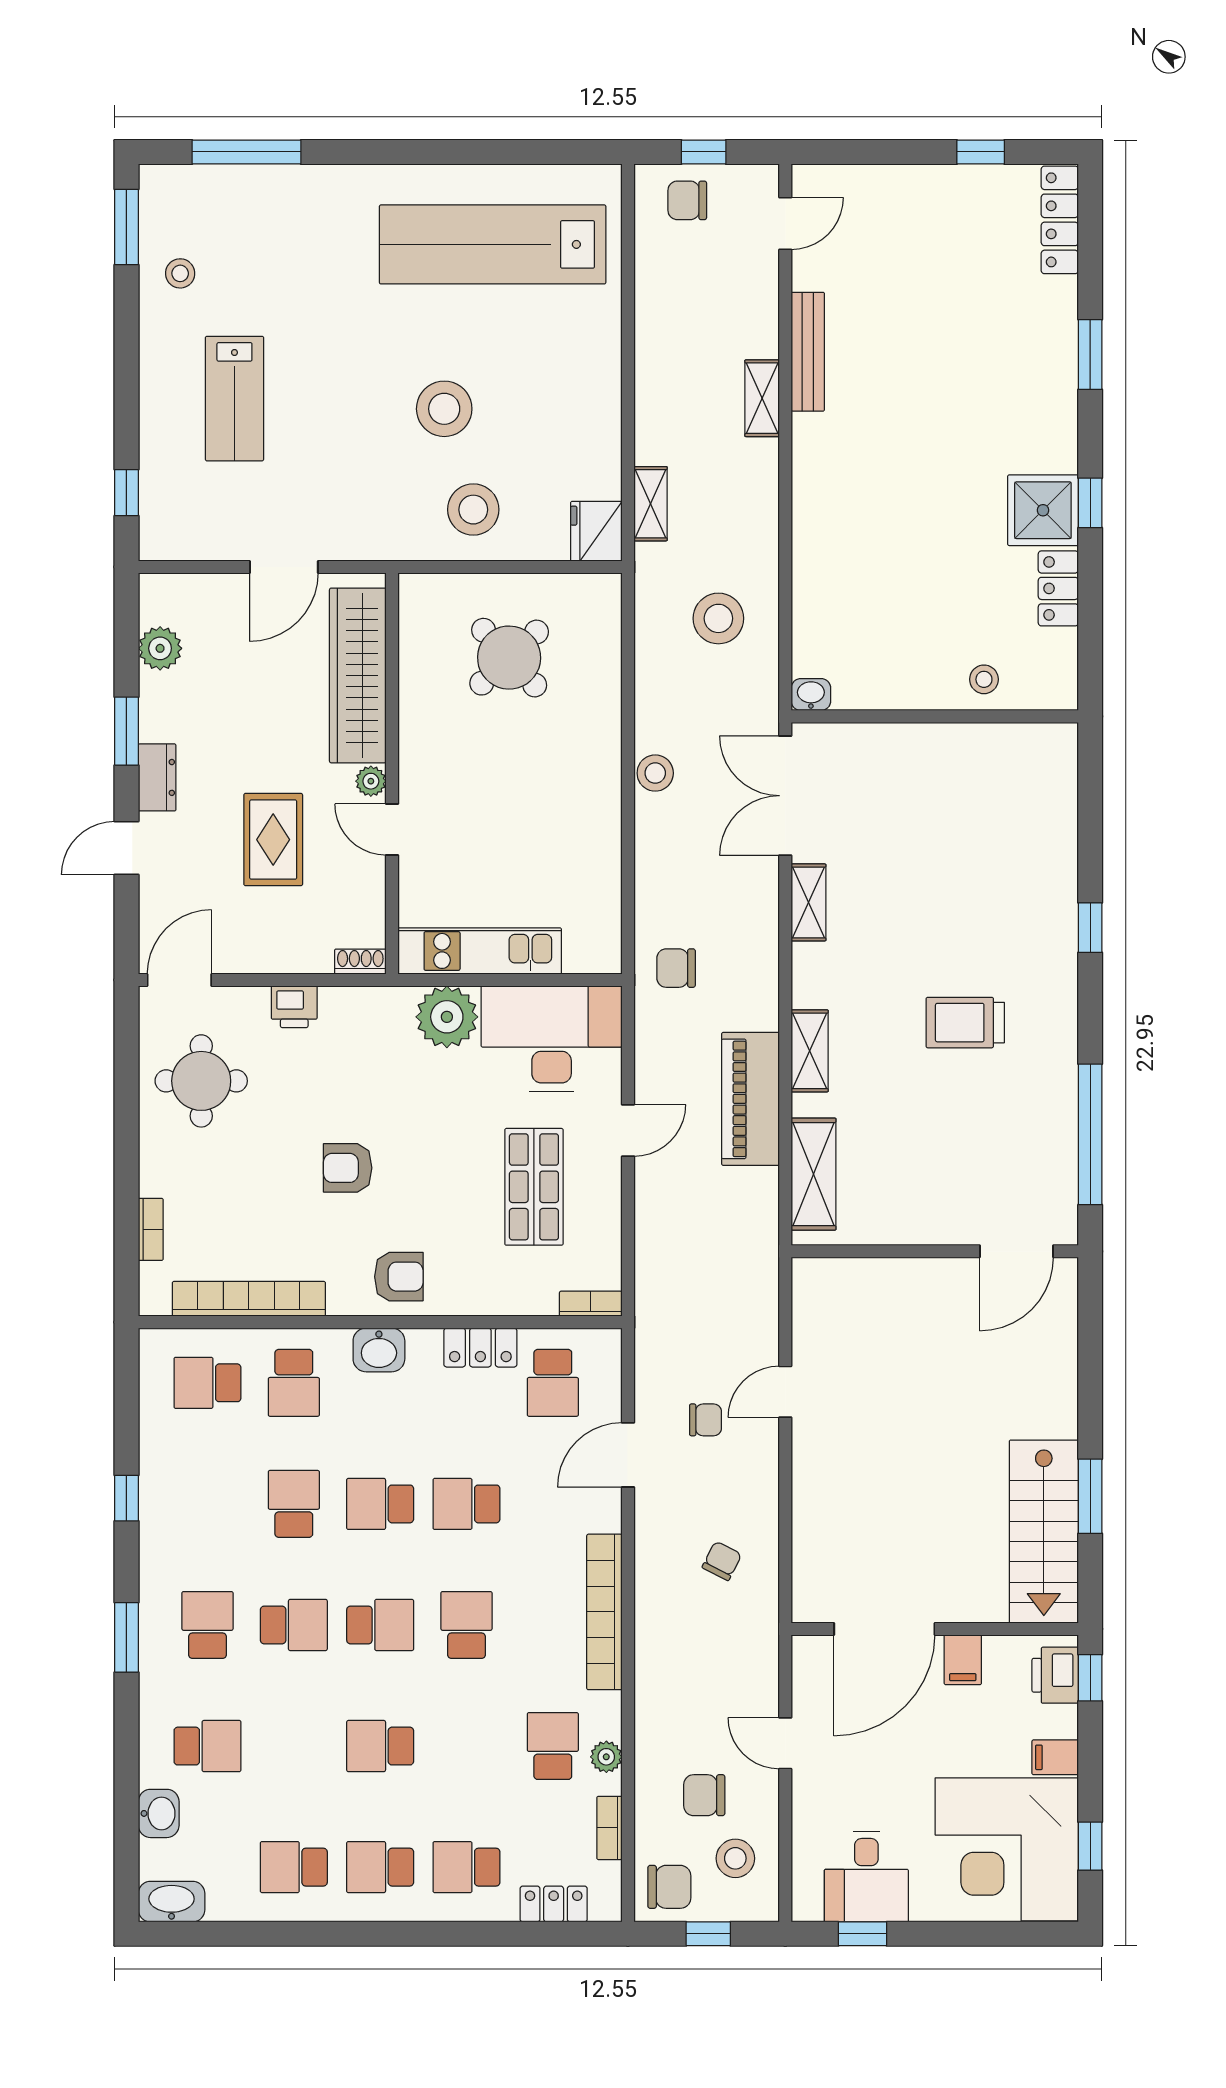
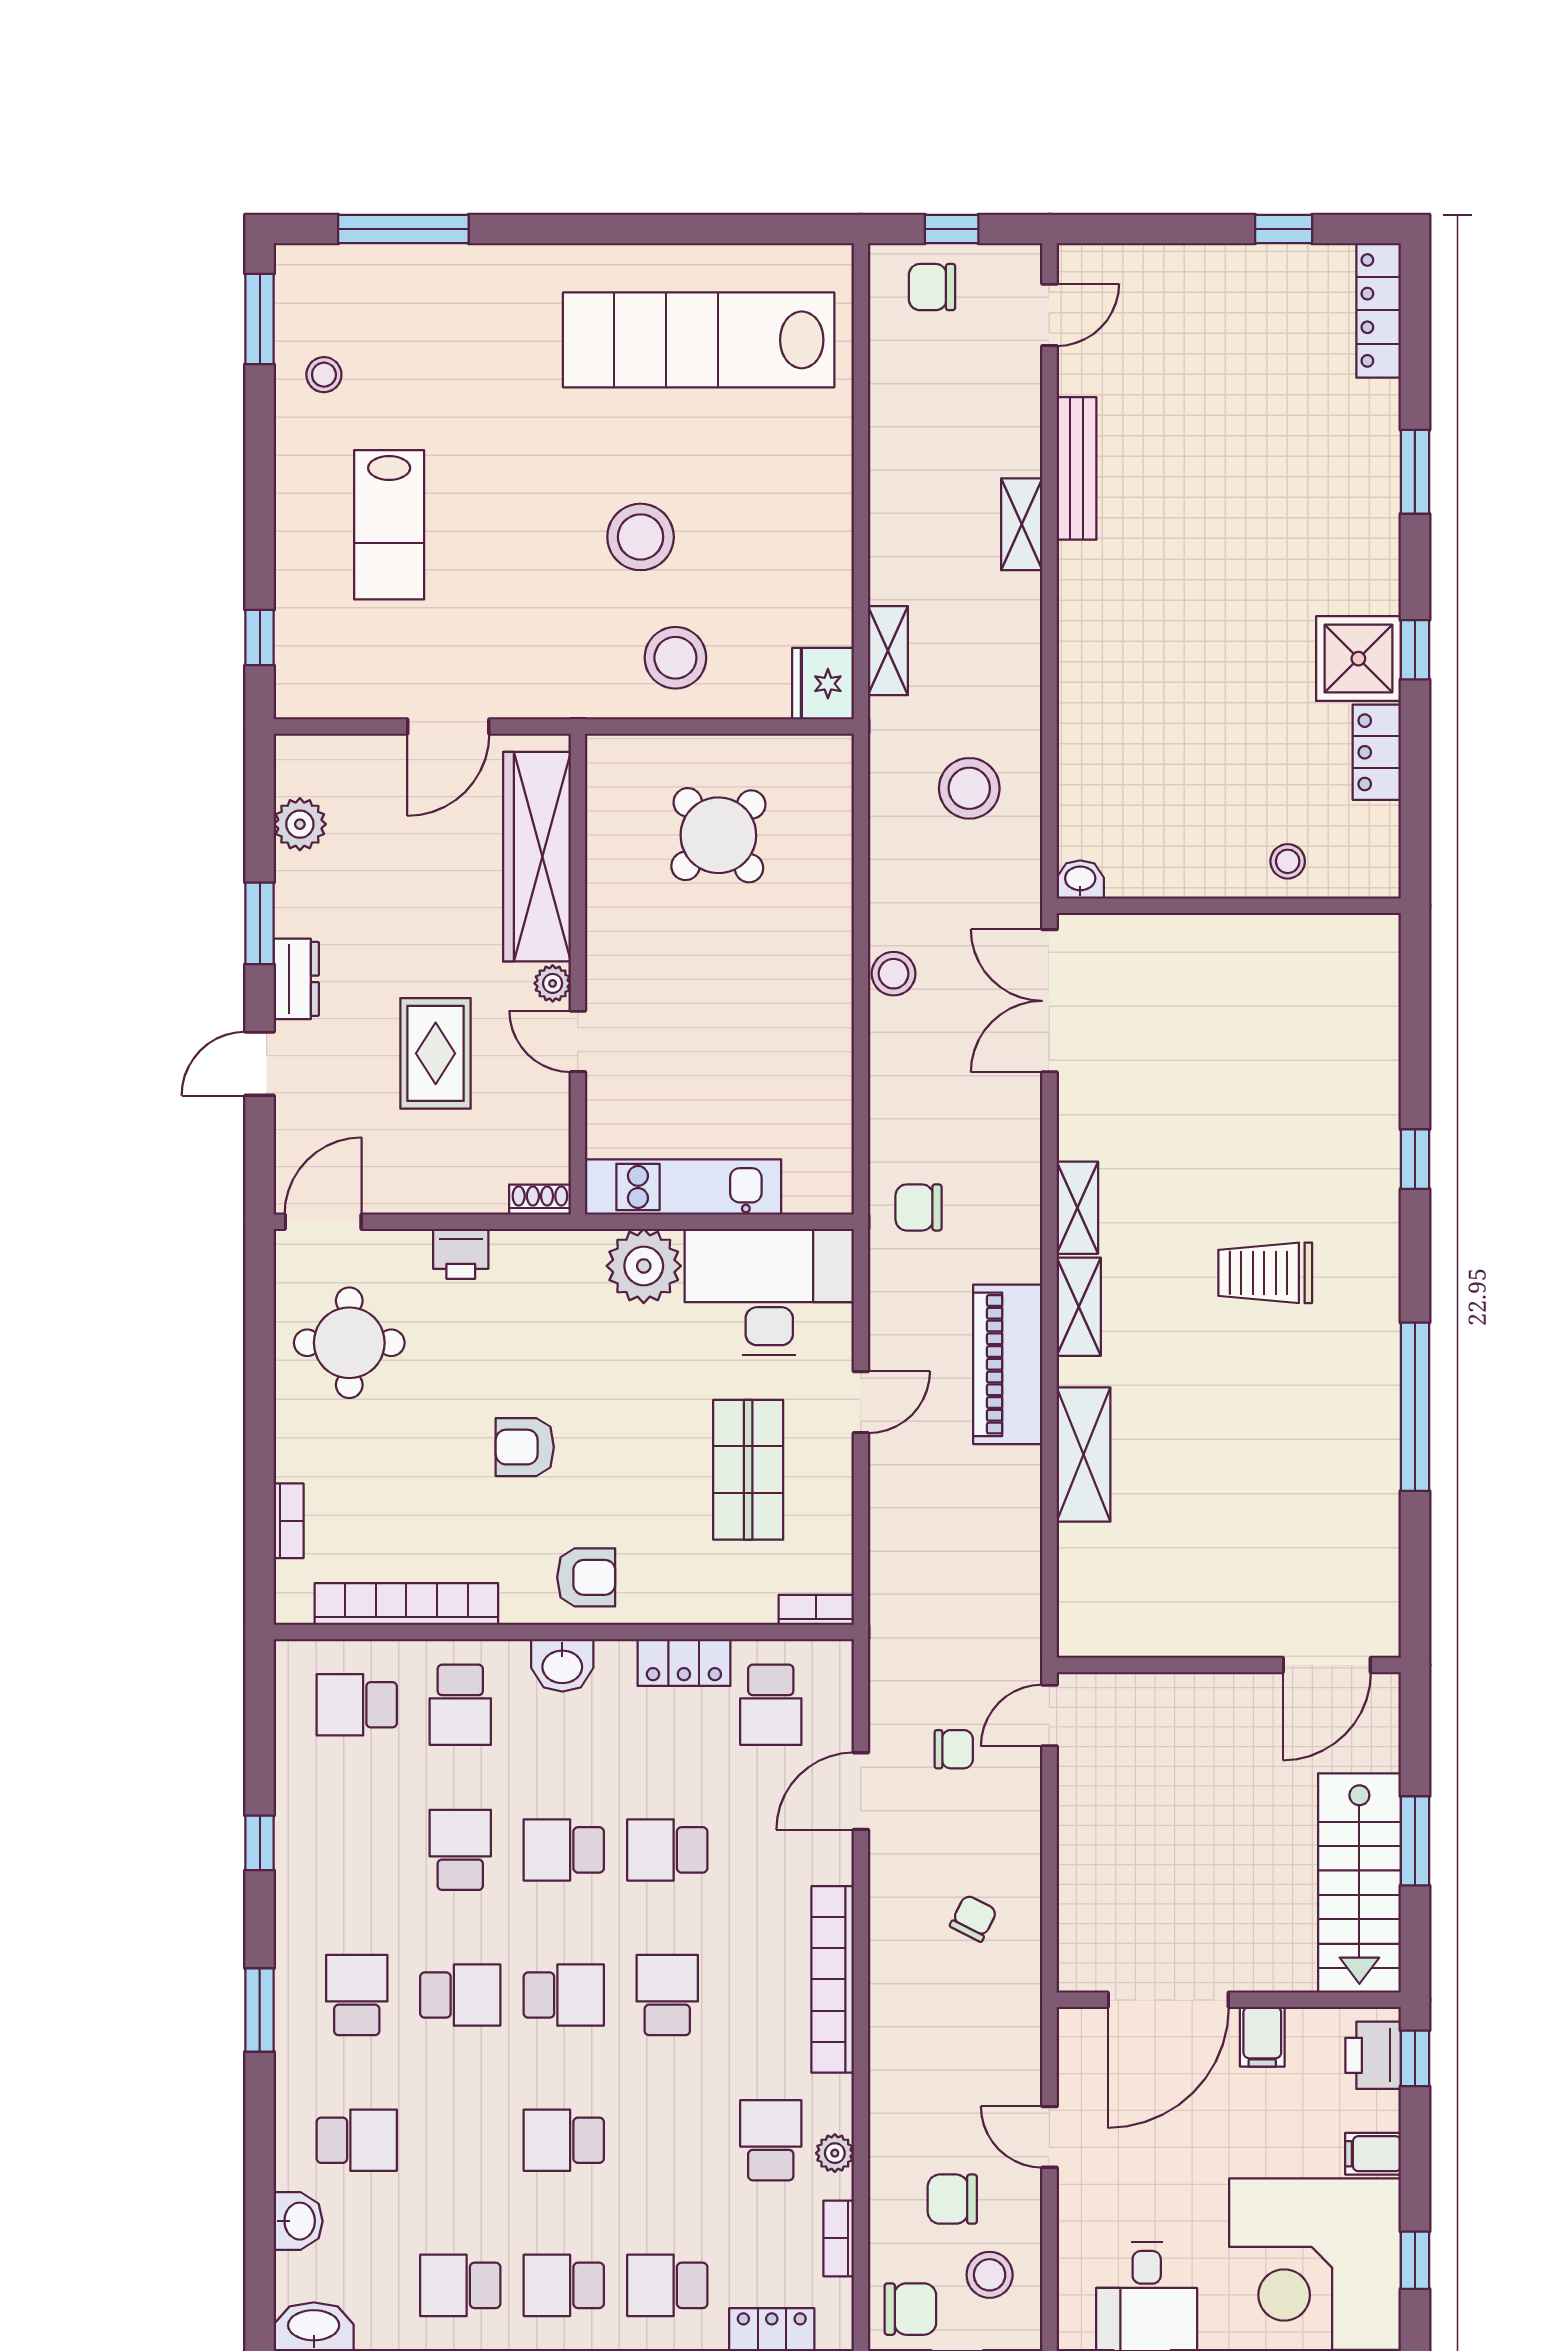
shelving: (808, 902) -> (1077, 1208), moved
wall: (935, 1251) -> (1229, 1665), moved
door: (1017, 1251) -> (1327, 1665), moved

